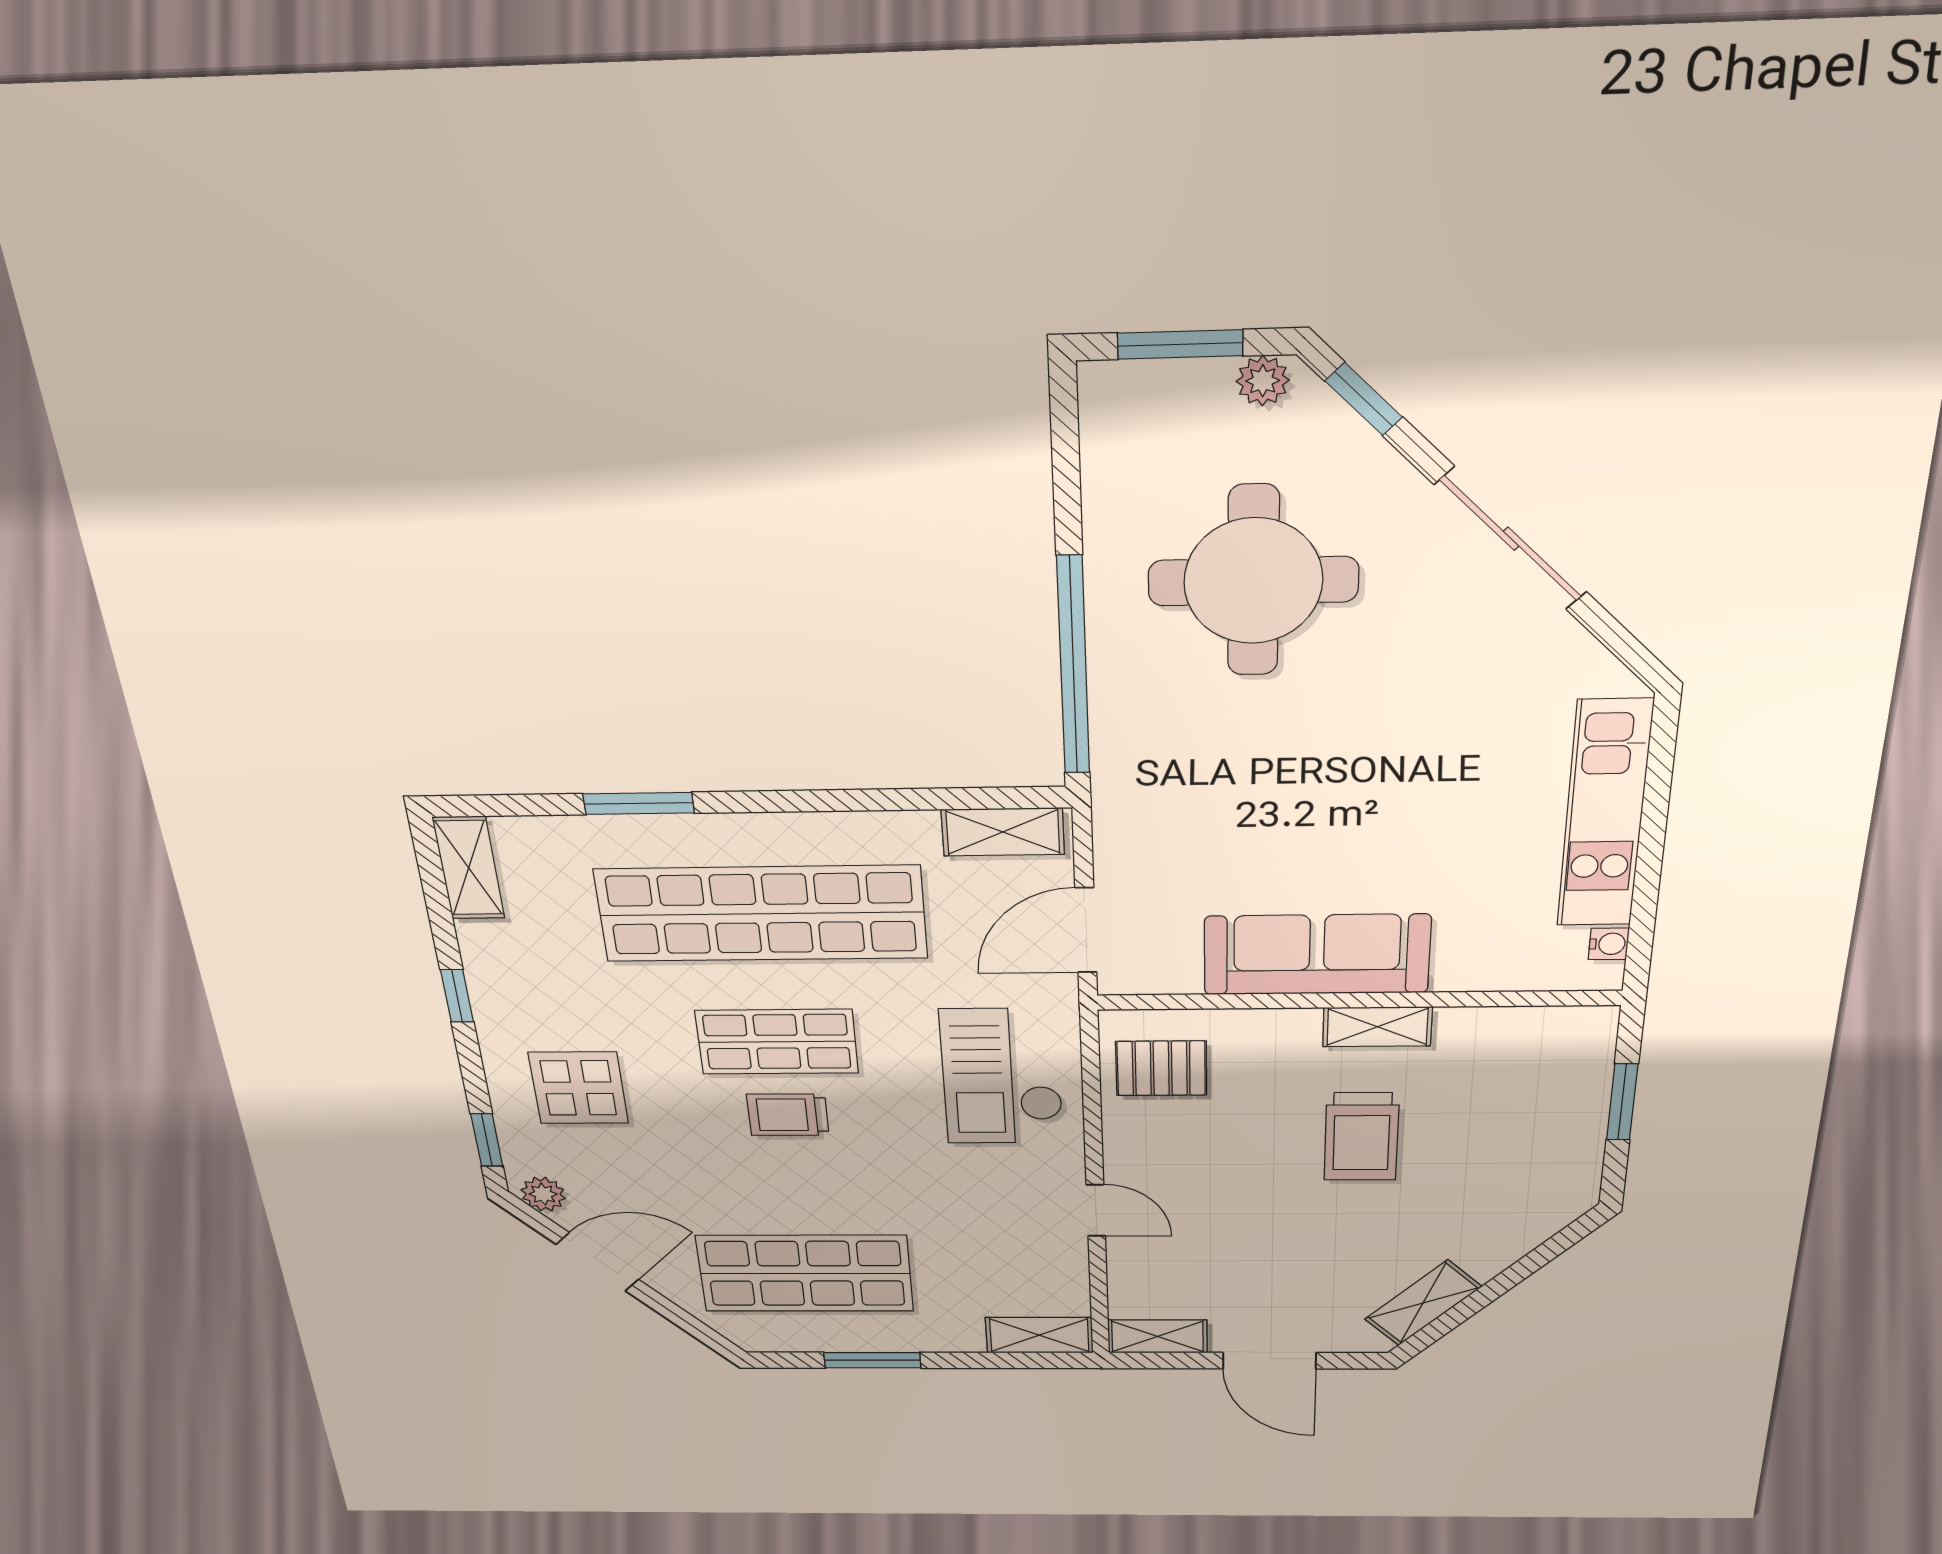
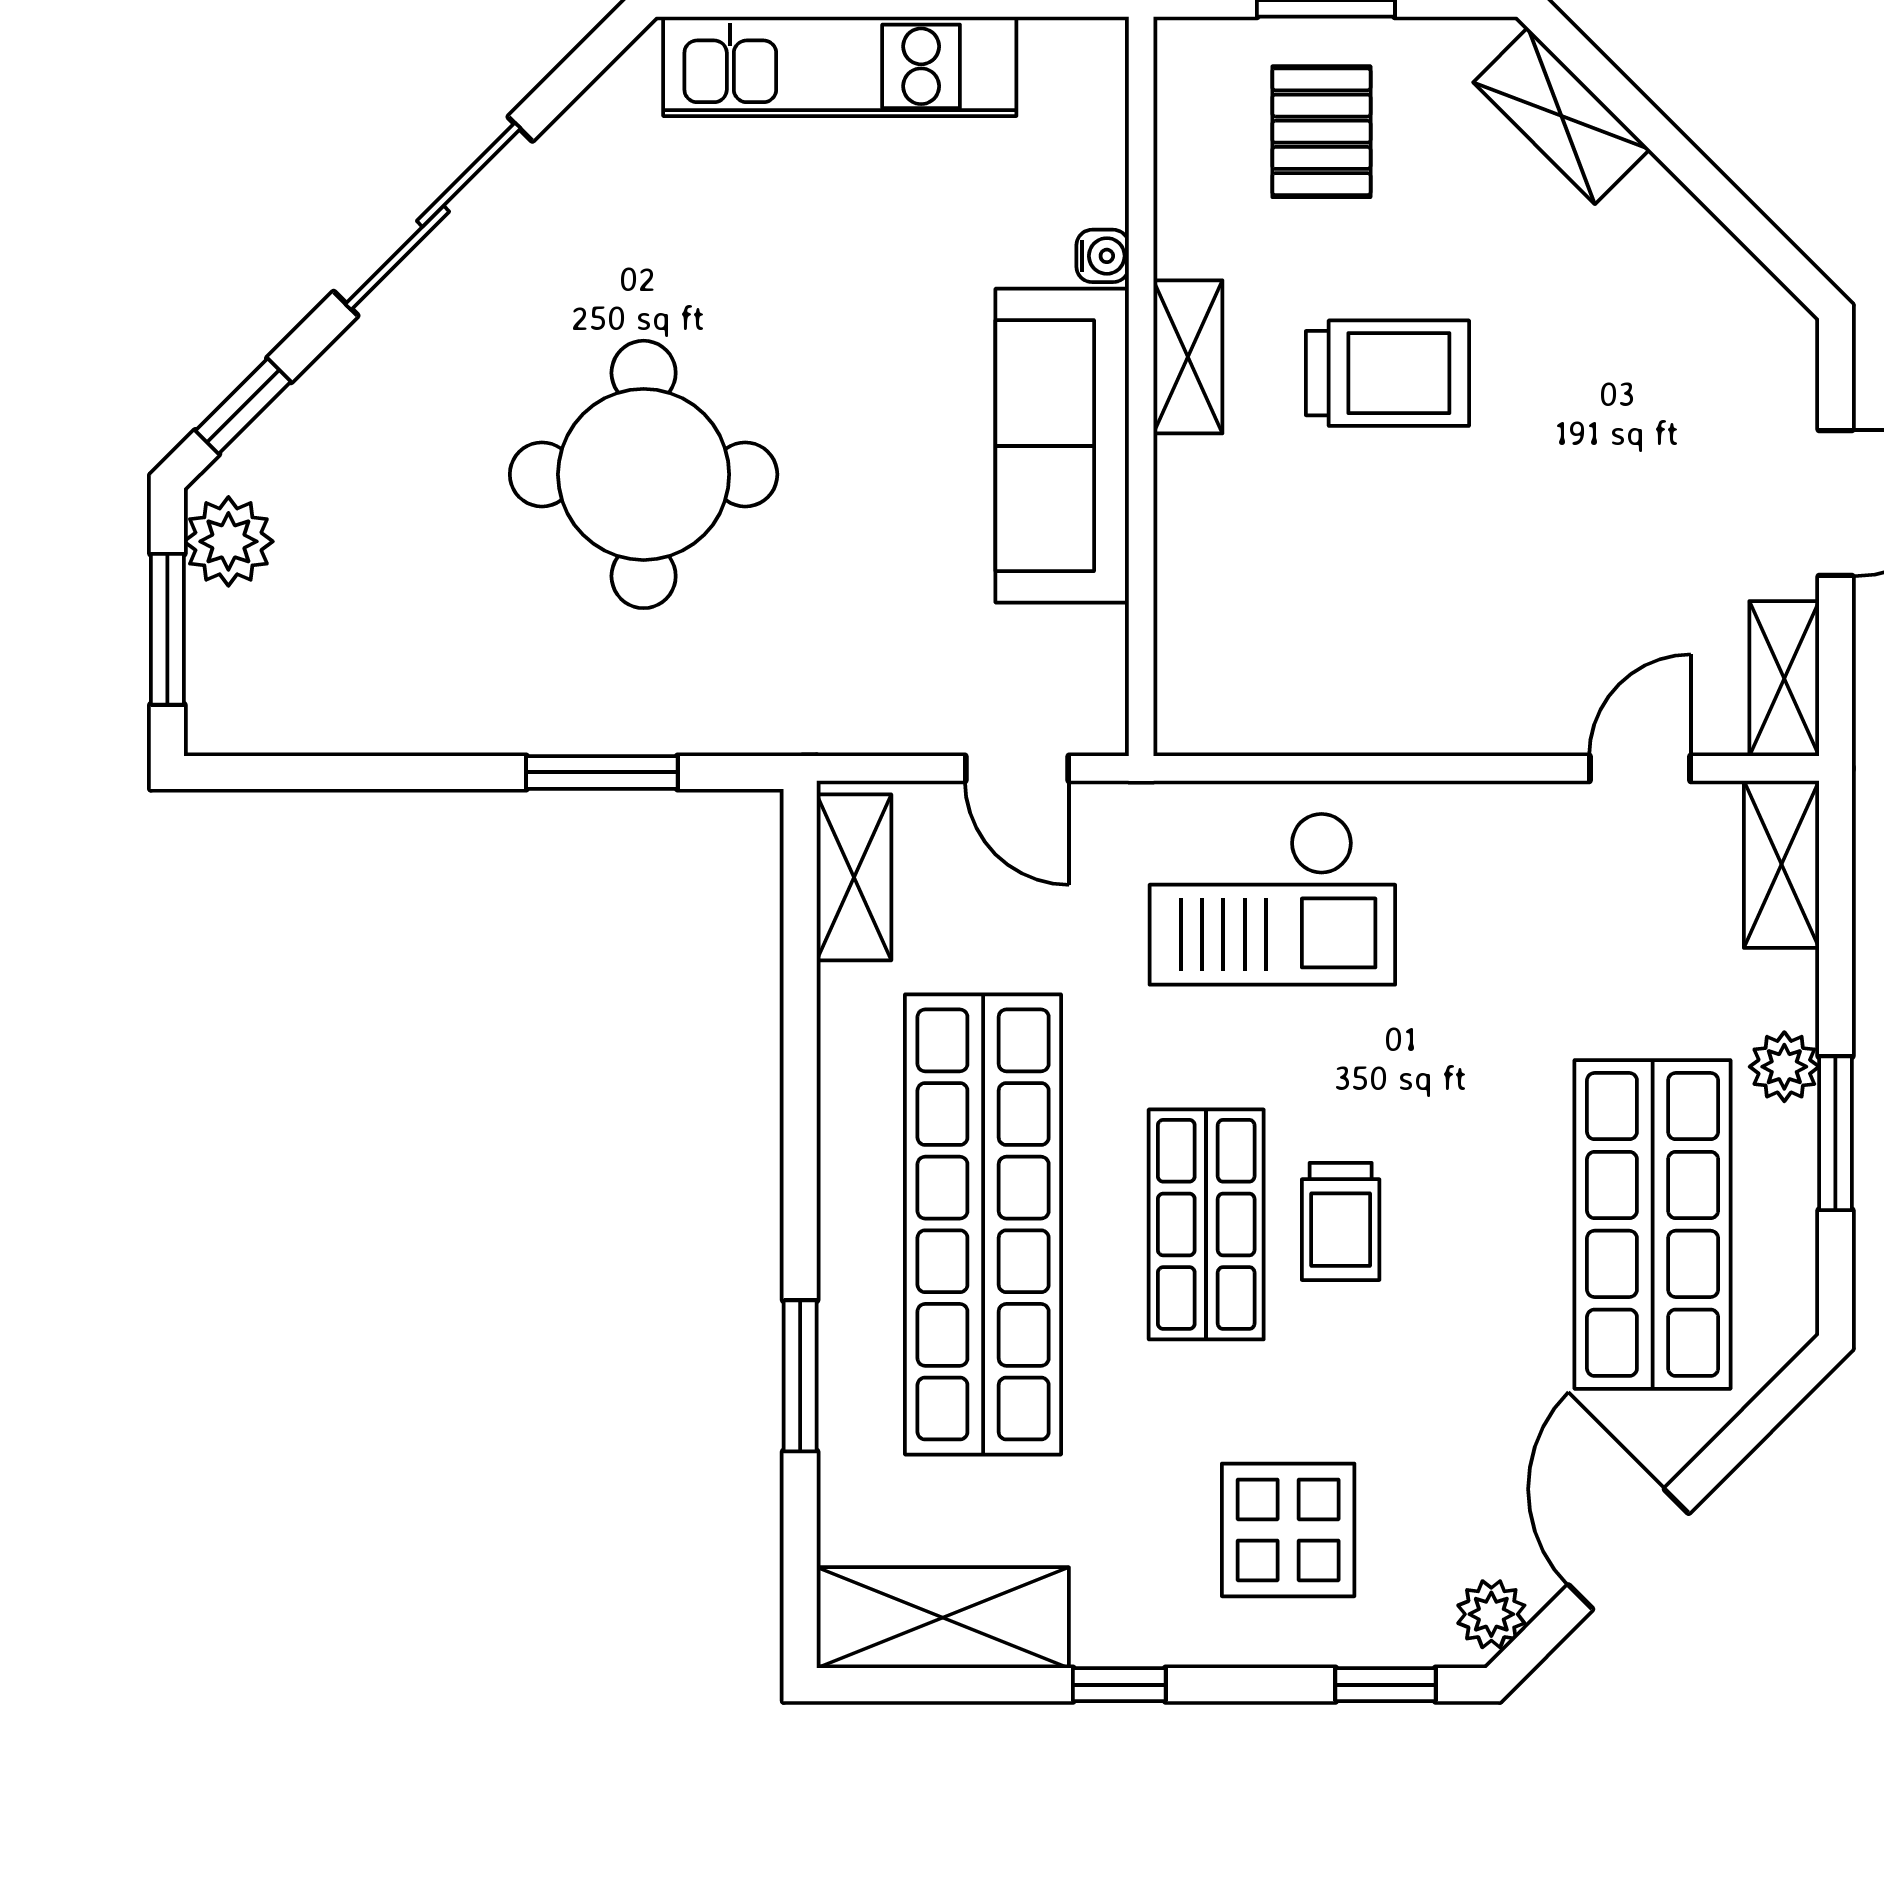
plant: (1263, 381) -> (228, 541), width x1.38, depth x1.38
round table: (1253, 581) -> (644, 474), moved
window: (1073, 667) -> (602, 772), width x0.47
shelving: (469, 868) -> (943, 1618), width x1.50, depth x1.33
door: (1086, 930) -> (1017, 768), width x0.73
water cooler: (1609, 944) -> (1103, 256), moved, turned 90
pallet: (1161, 1068) -> (1321, 132), moved
door: (1096, 1210) -> (1640, 768), moved
shelving: (1423, 1303) -> (1561, 116), moved
plant: (912, 1336) -> (1784, 1067), added

